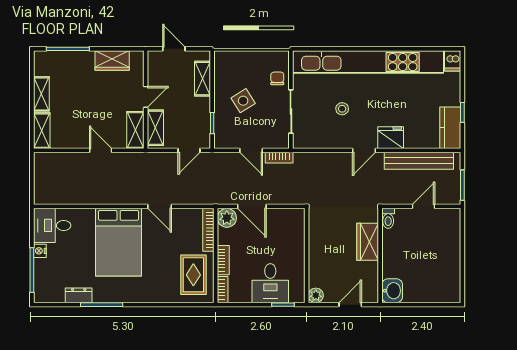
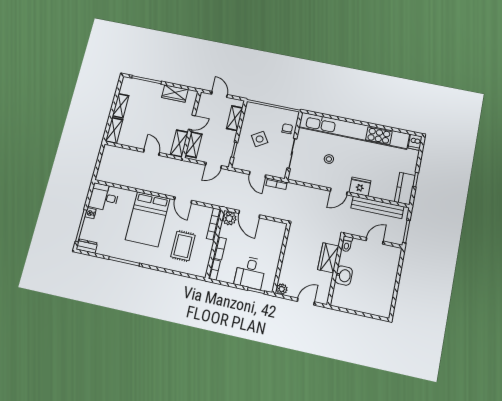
rug: (193, 275) -> (183, 246), moved
washbasin: (392, 291) -> (344, 276), moved
dresser: (79, 295) -> (87, 246), moved

